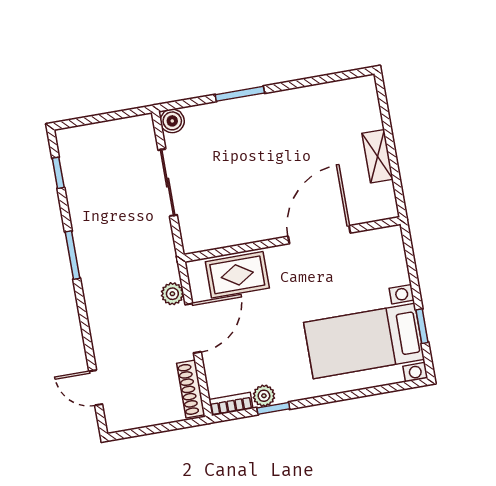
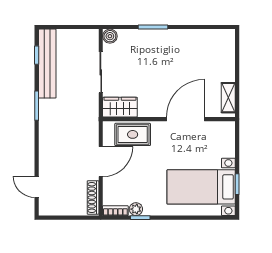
shelving: (377, 156) -> (228, 98), moved
bench: (78, 184) -> (47, 64), added
wardrobe: (209, 234) -> (120, 107), added
plant: (172, 294) -> (92, 139), removed

